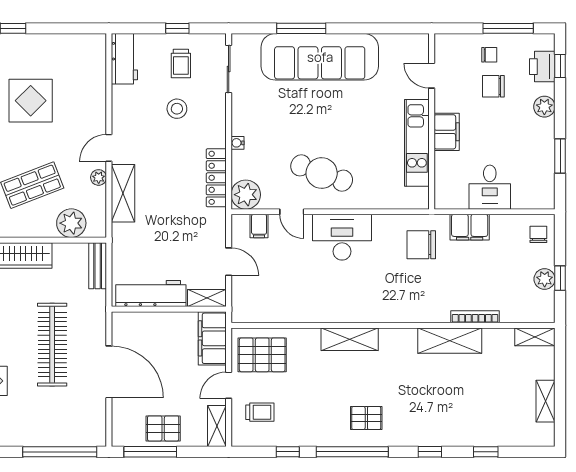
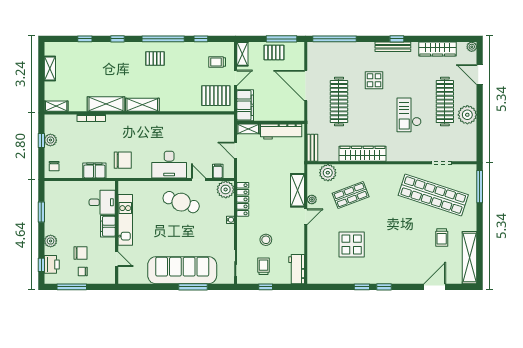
desk: (490, 187) -> (102, 202), moved, turned 90
shelving: (350, 339) -> (142, 105), moved

